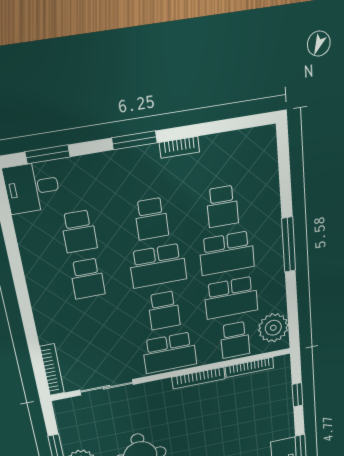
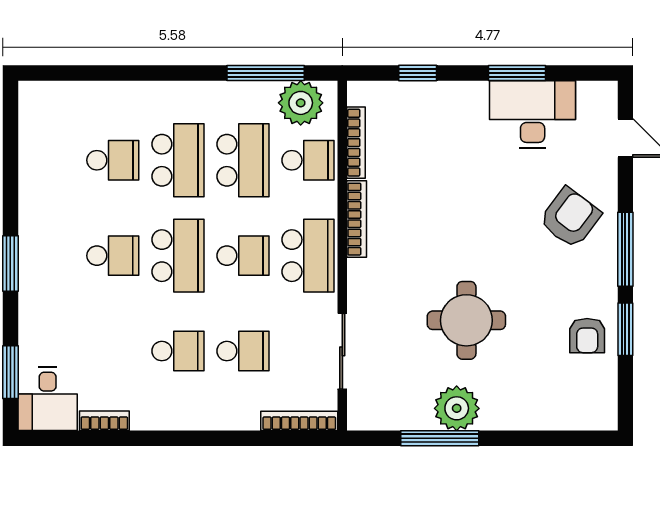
bookcase: (179, 147) -> (104, 421), moved, turned -90
school desk: (79, 231) -> (243, 351), moved
window: (289, 245) -> (266, 73), moved

